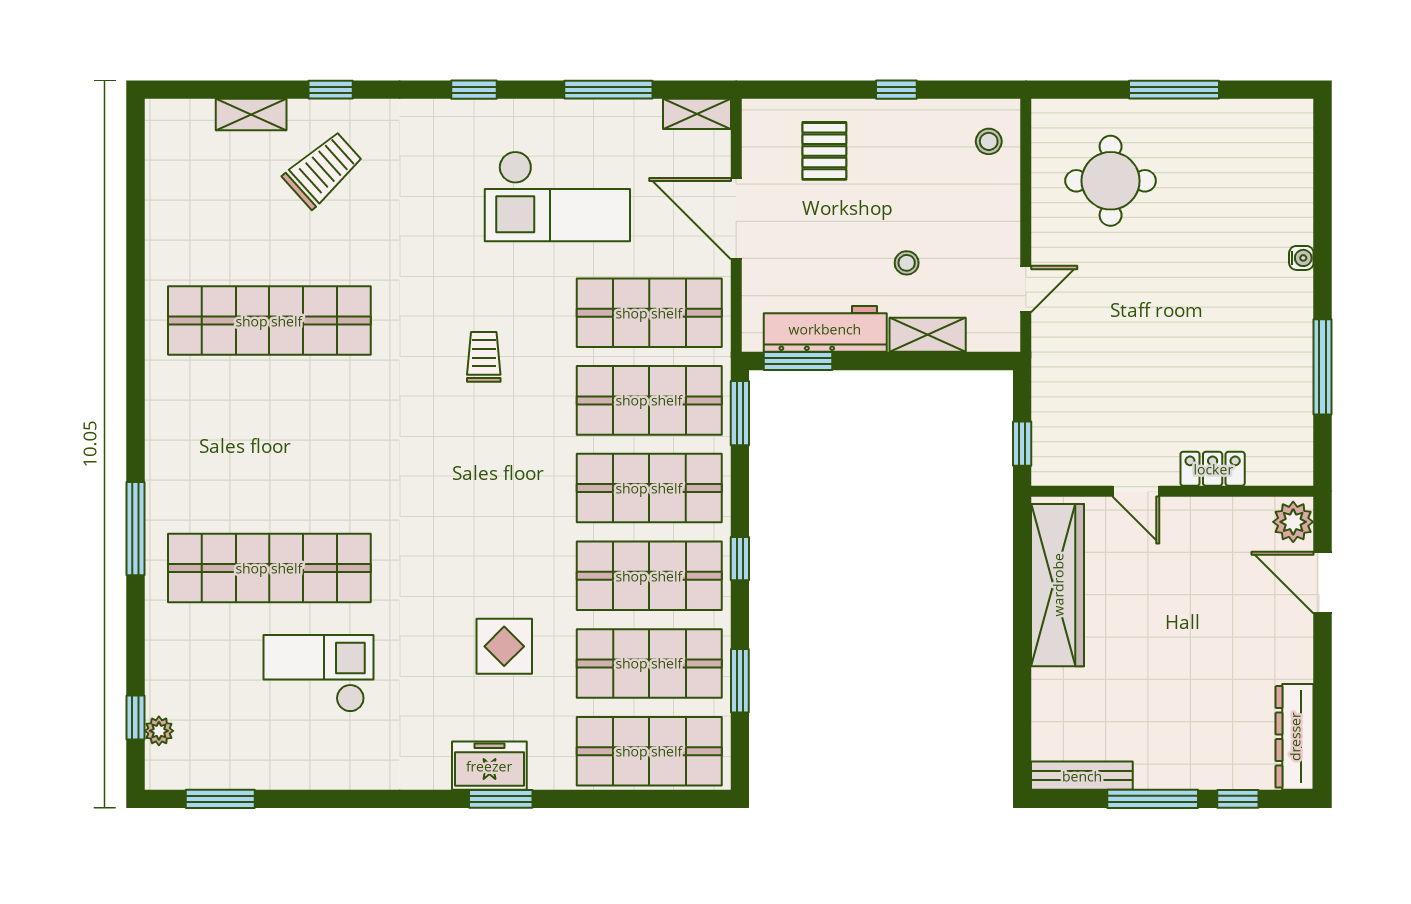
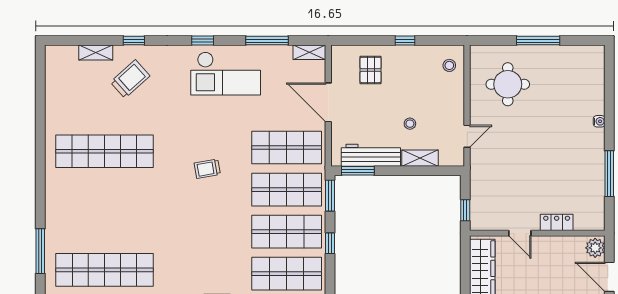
checkout: (557, 196) -> (226, 74), moved
trolley: (484, 357) -> (207, 169), turned -100
window: (740, 559) -> (330, 243), moved

